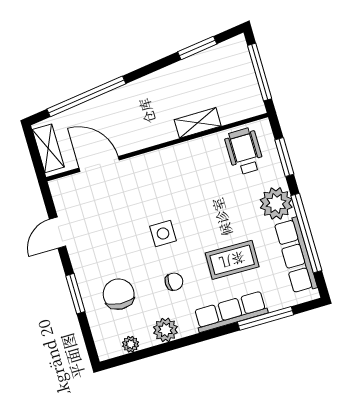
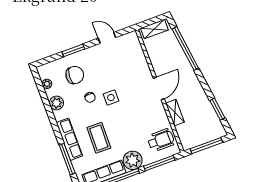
window: (284, 157) -> (159, 163), width x1.44
door: (99, 164) -> (159, 88), moved
chair: (174, 282) -> (90, 97), moved

